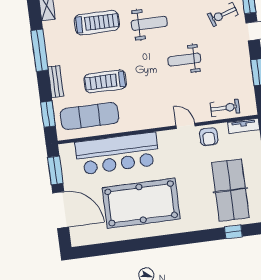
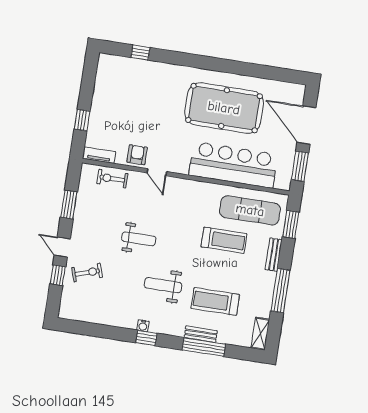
table tennis table: (230, 190) -> (131, 95), removed

